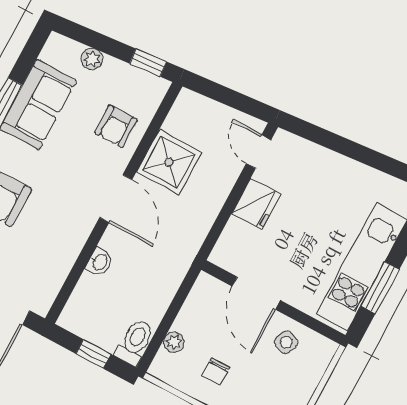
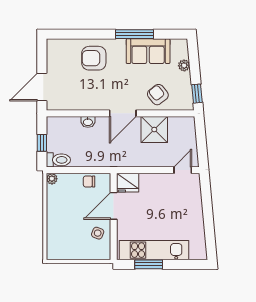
armchair: (116, 126) -> (158, 95), turned 52
fridge: (256, 204) -> (128, 183), moved
plant: (174, 342) -> (52, 179), moved
chair: (216, 372) -> (89, 181), moved

